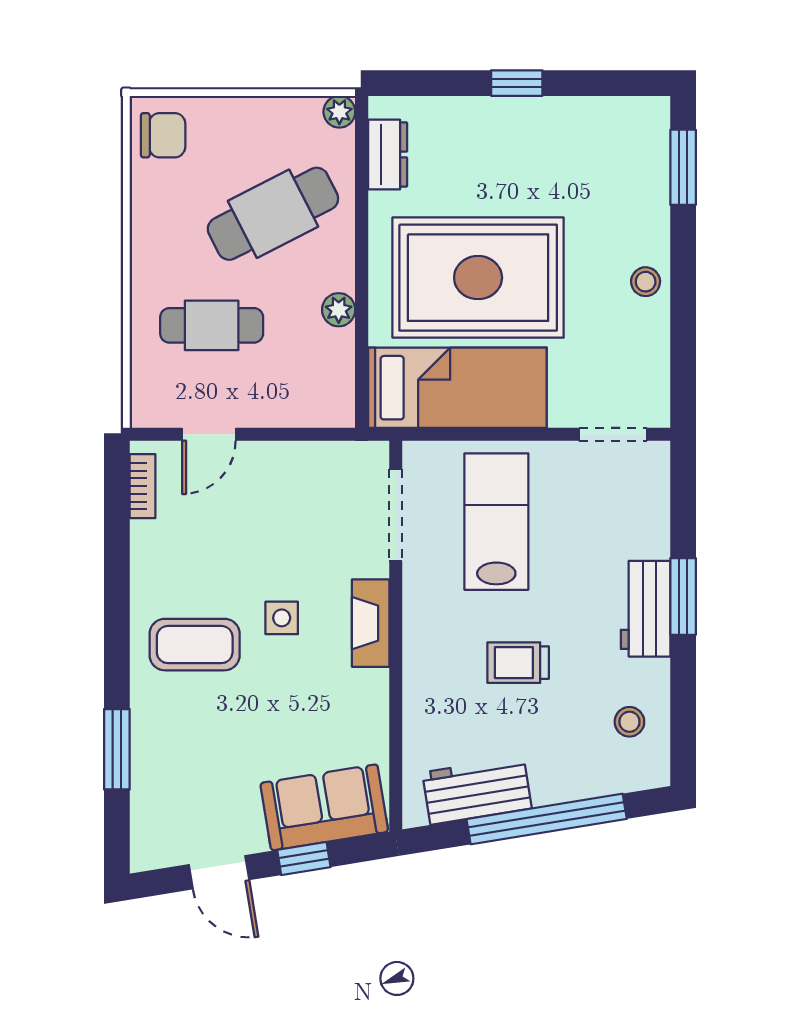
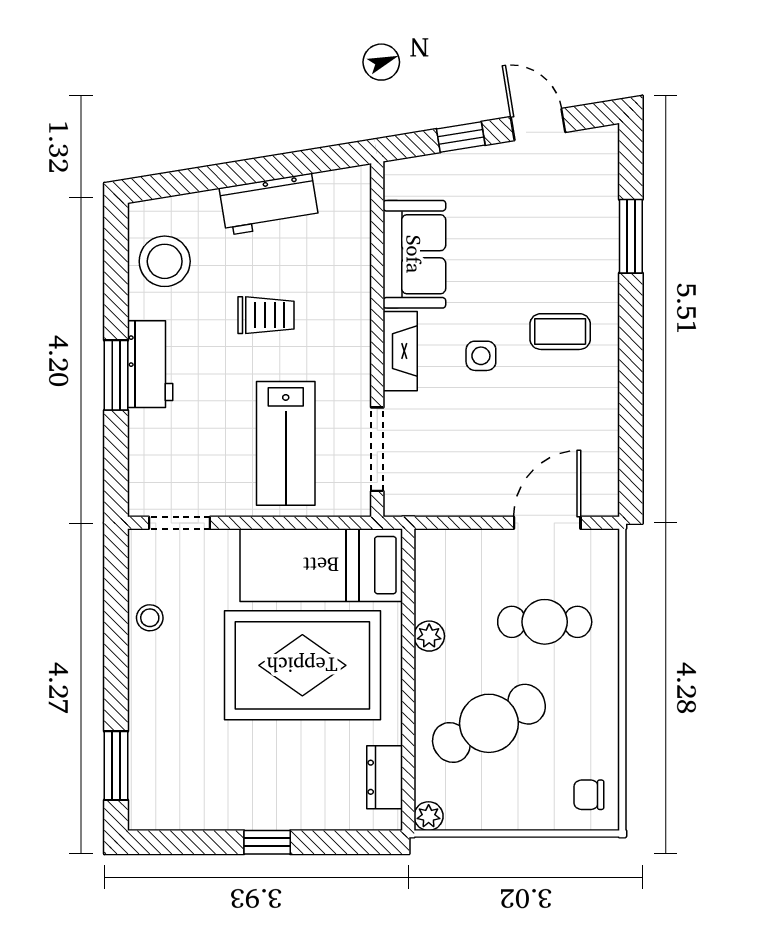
chair: (163, 135) -> (589, 795), width x0.73, depth x0.73
stool: (646, 282) -> (150, 618), moved
door: (209, 434) -> (547, 523), width x1.38
bookcase: (142, 486) -> (608, 476), removed
coffee table: (195, 645) -> (560, 332), width x0.73, depth x0.77
stool: (629, 722) -> (165, 261), width x1.89, depth x1.89
workbench: (477, 791) -> (269, 204), moved
sofa: (324, 807) -> (414, 254), moved, turned -81
window: (547, 819) -> (240, 173), removed

